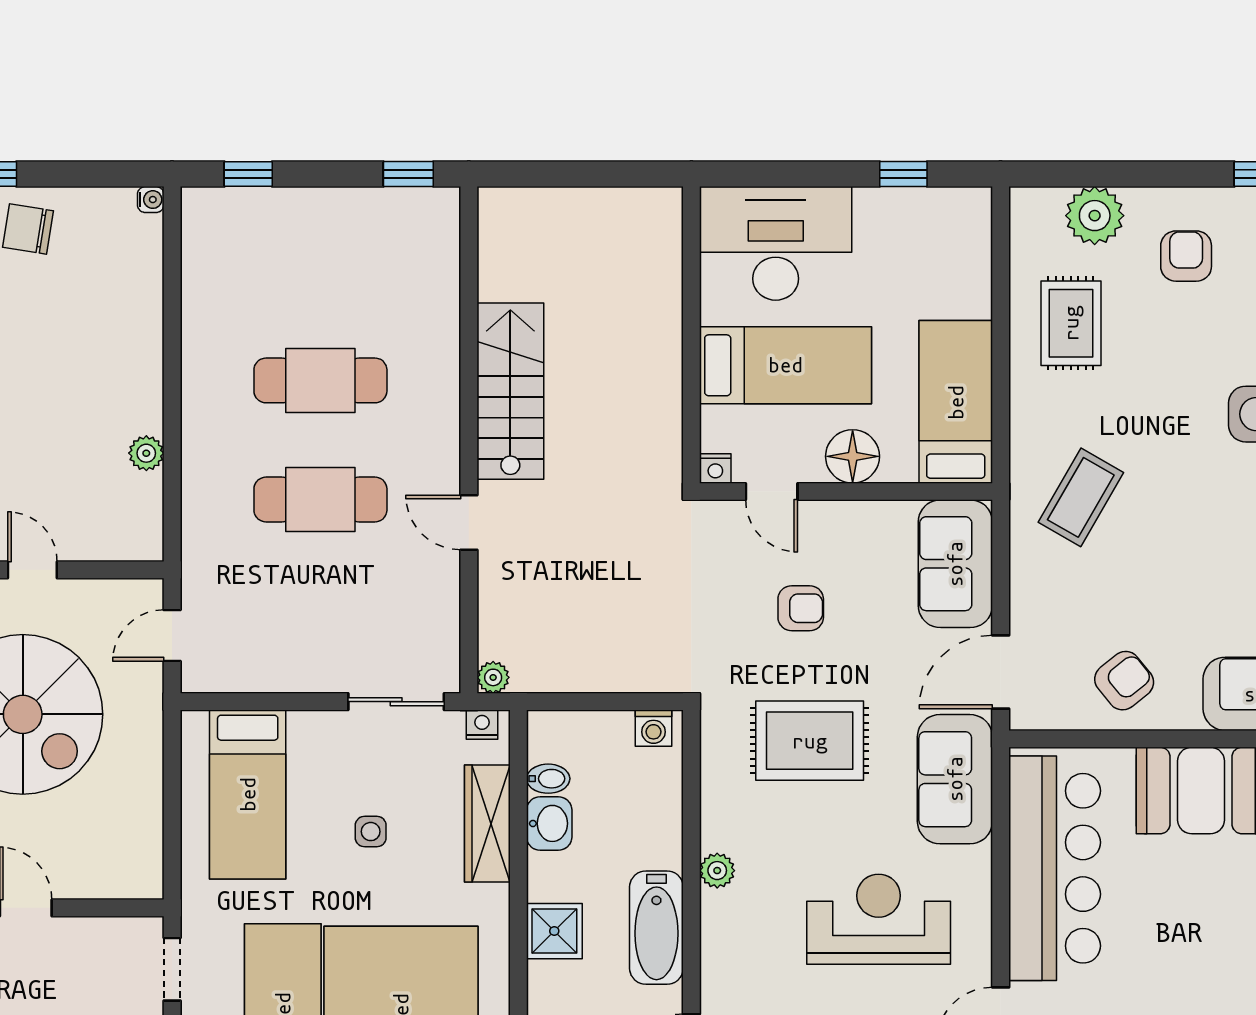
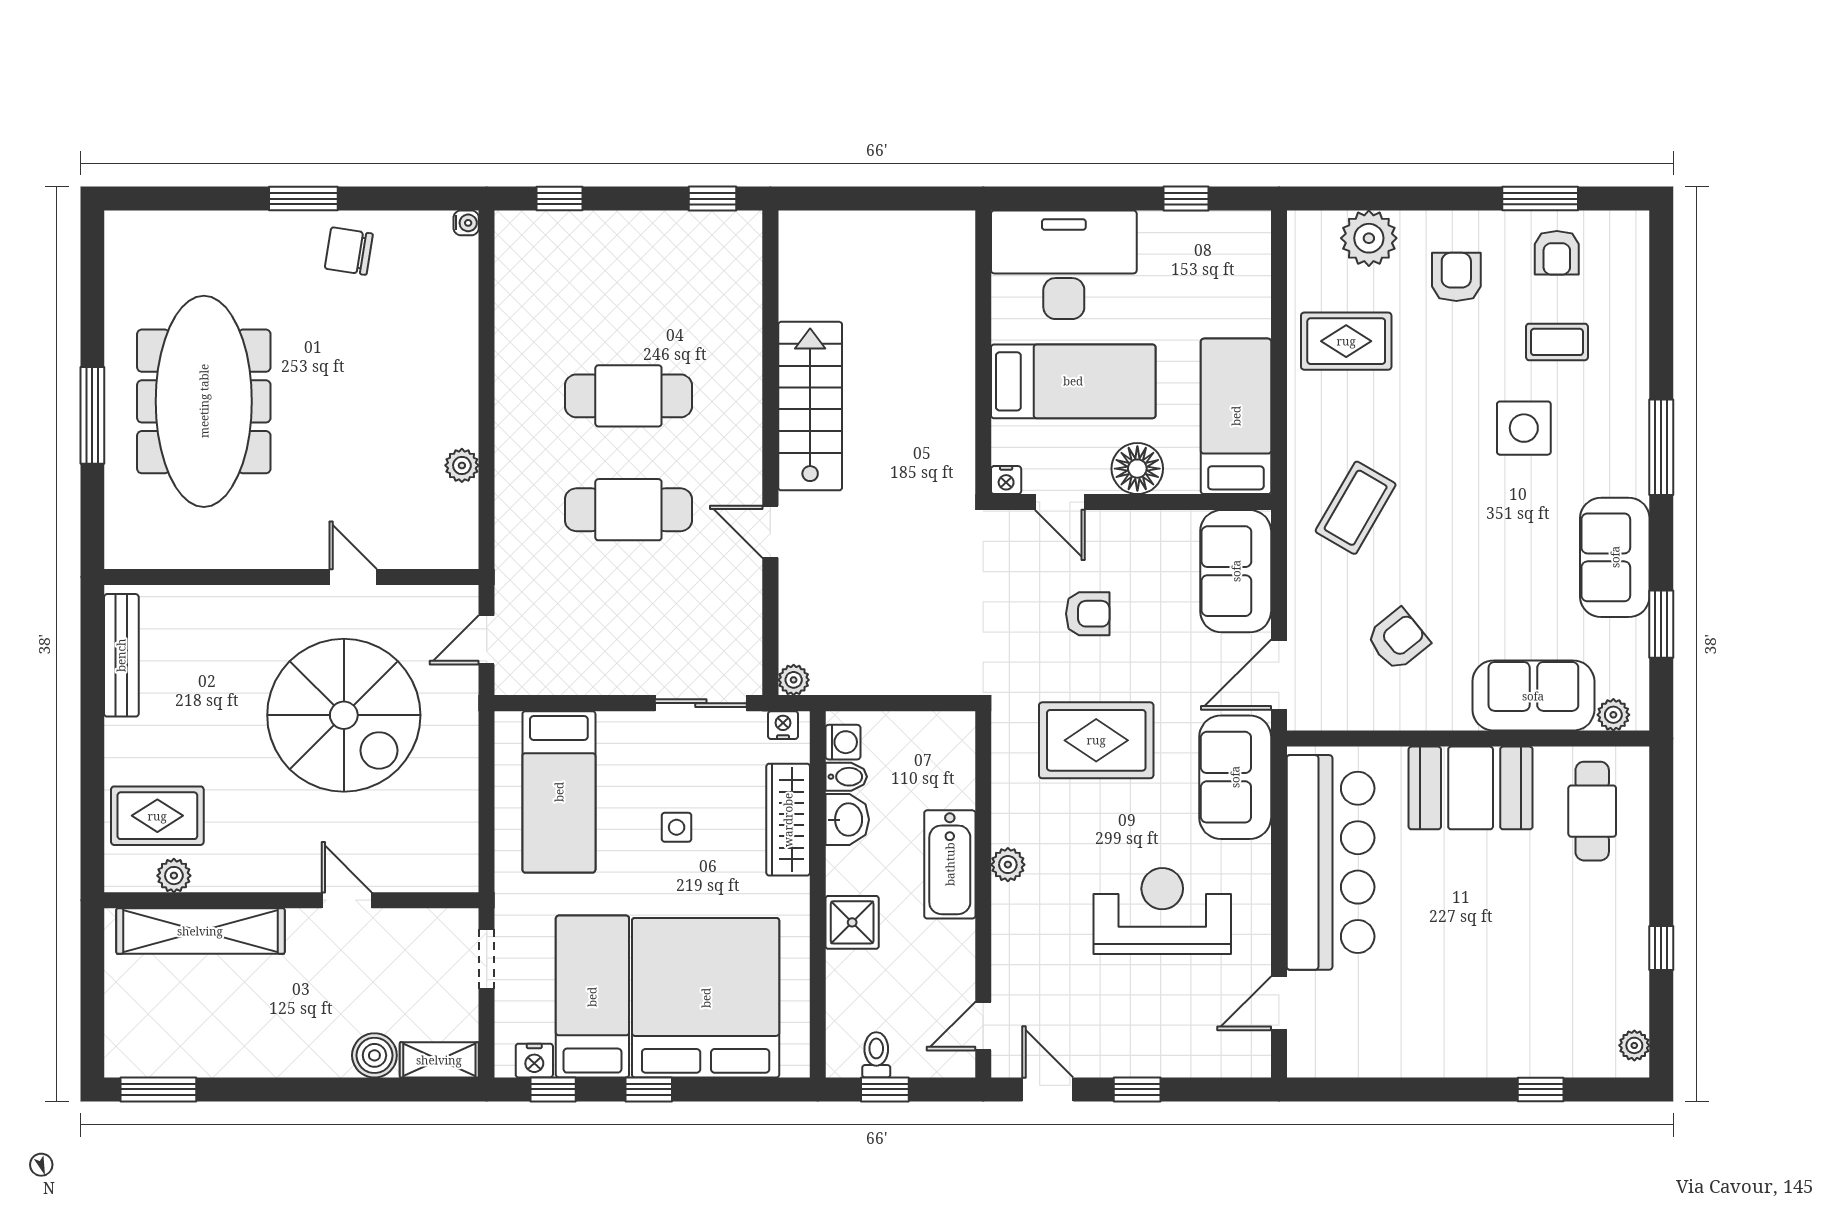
rug: (1071, 323) -> (1346, 341), turned 90
armchair: (1124, 681) -> (1398, 640), moved
washing machine: (653, 728) -> (843, 742), moved, turned -90
bathtub: (656, 928) -> (950, 864), moved

